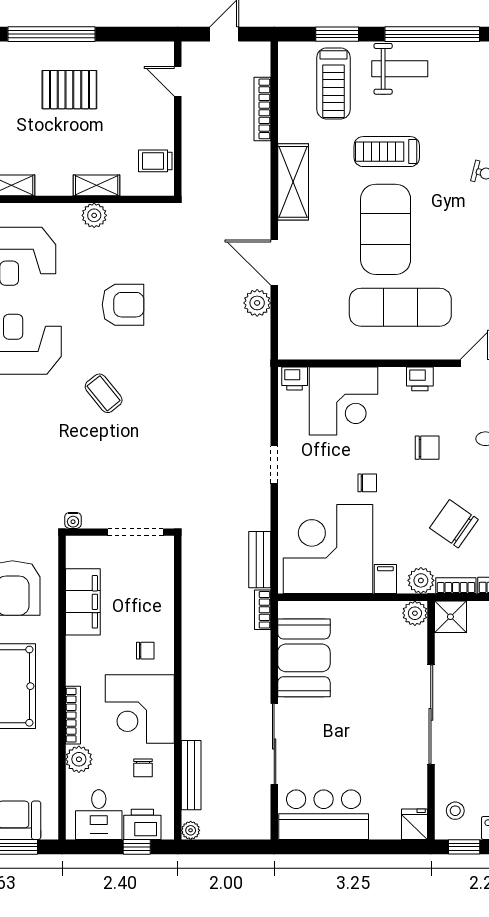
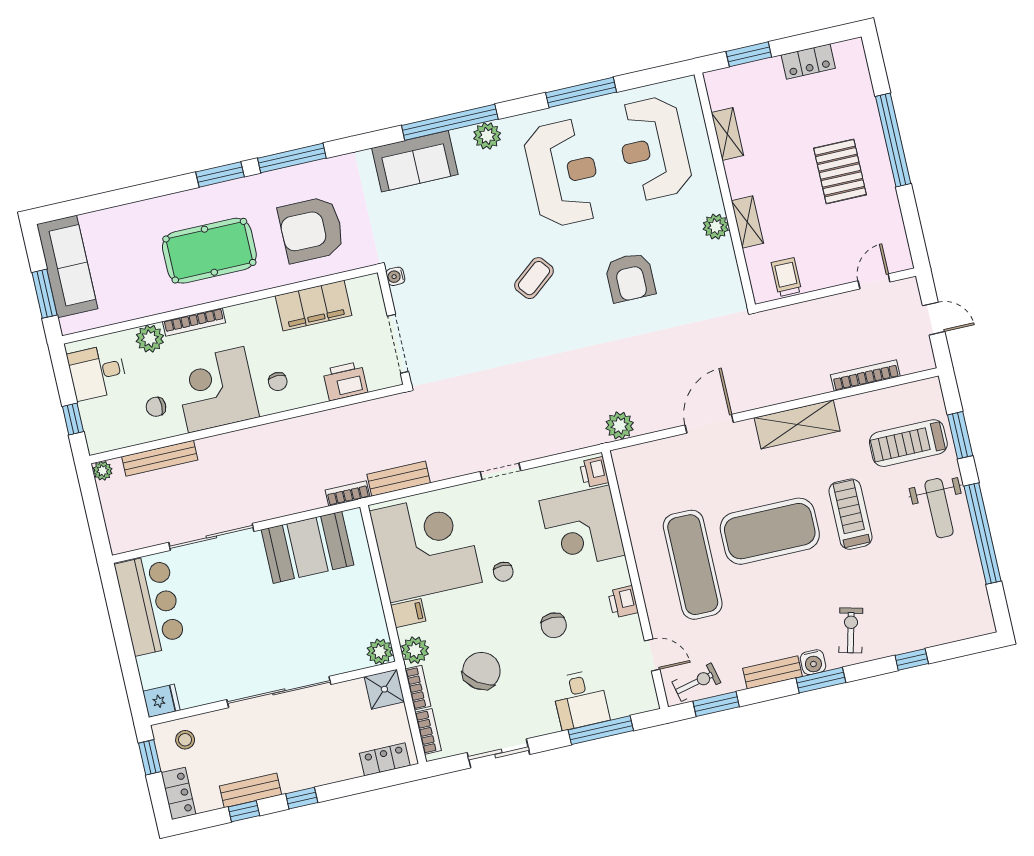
plant: (257, 303) -> (620, 426), moved
printer: (142, 824) -> (345, 381), moved, turned -90

